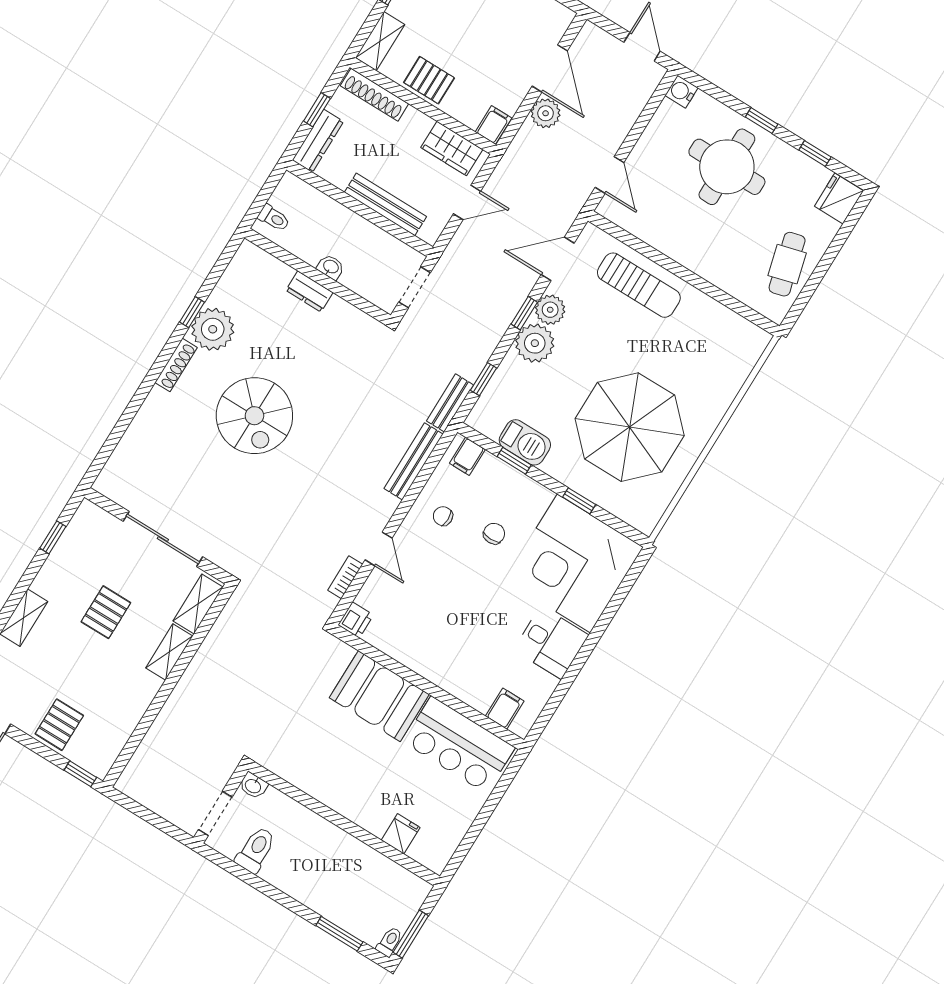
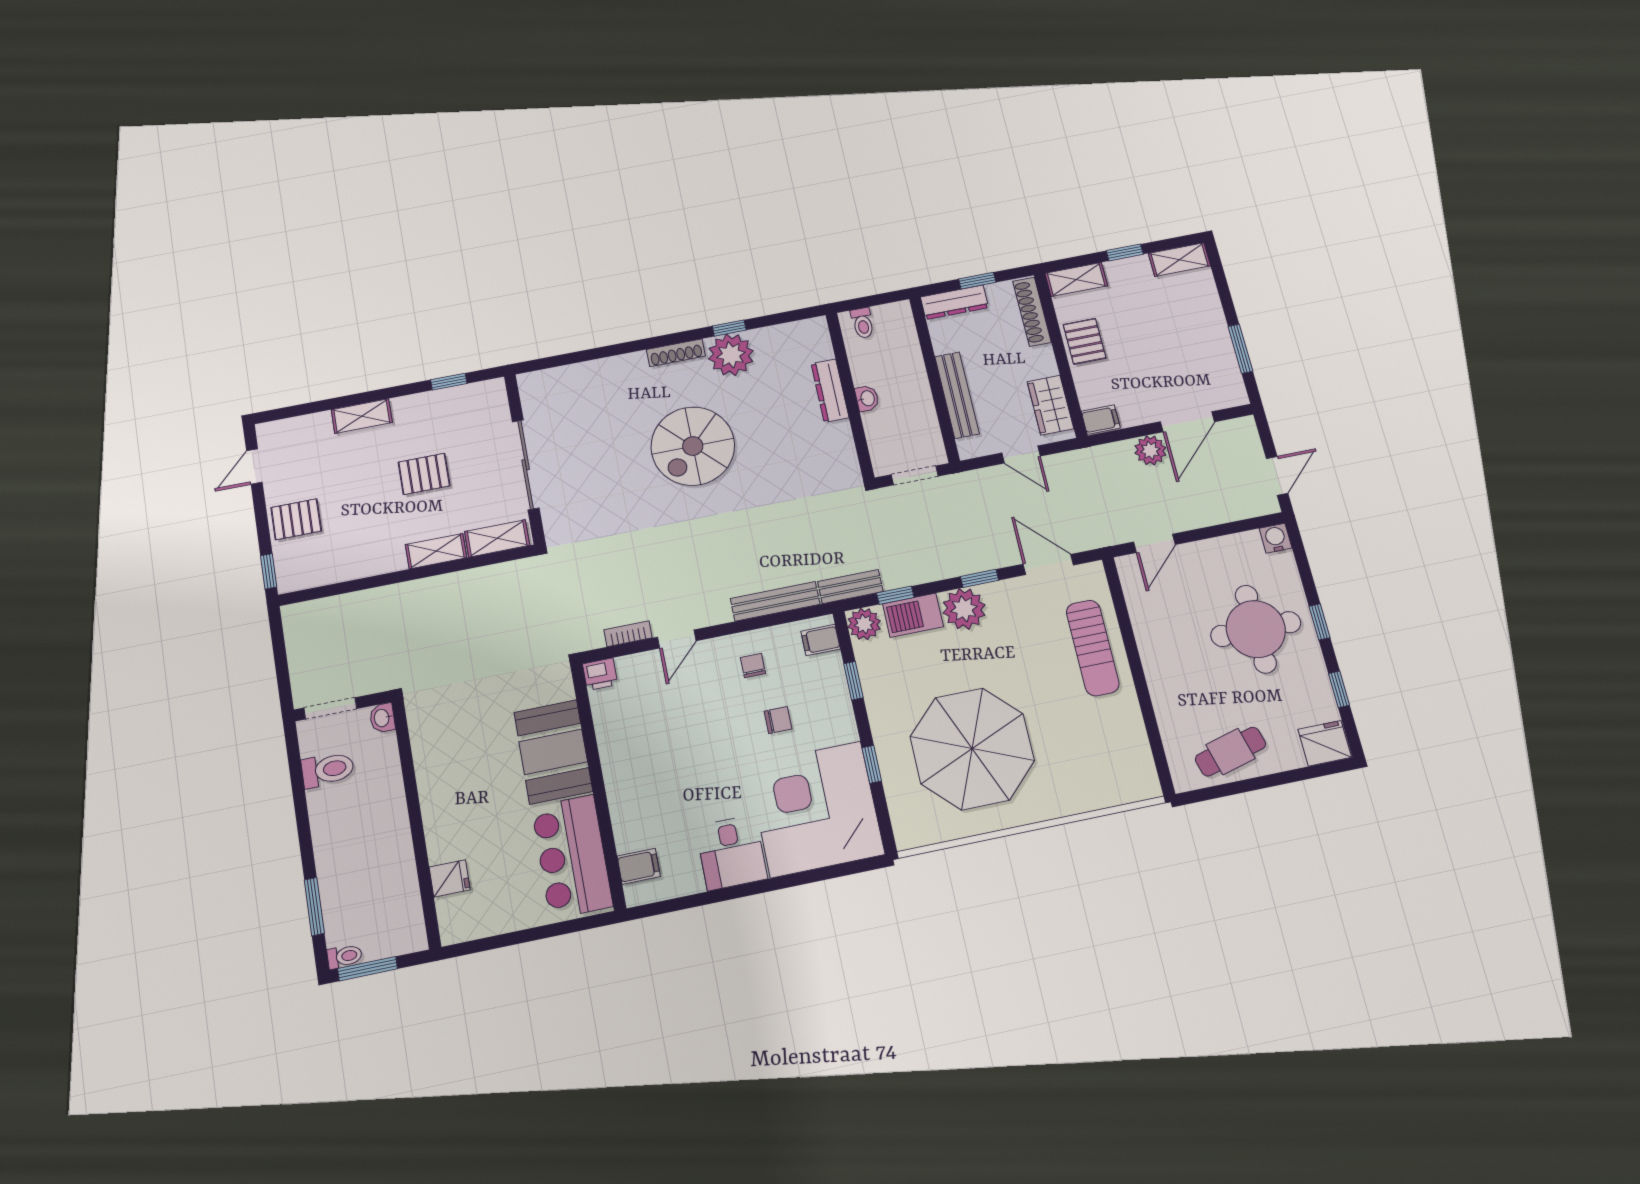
dresser: (309, 291) -> (830, 391), width x1.44
plant: (550, 310) -> (864, 624), moved
barbecue: (525, 442) -> (913, 615), moved, turned 90

